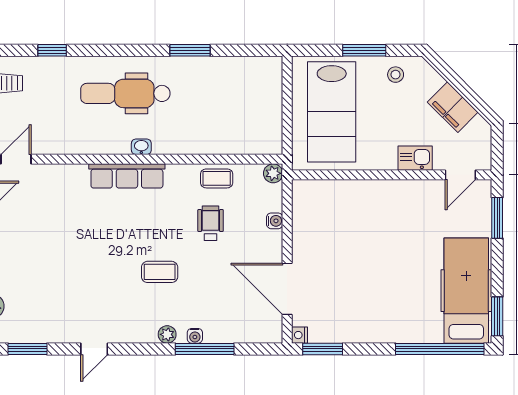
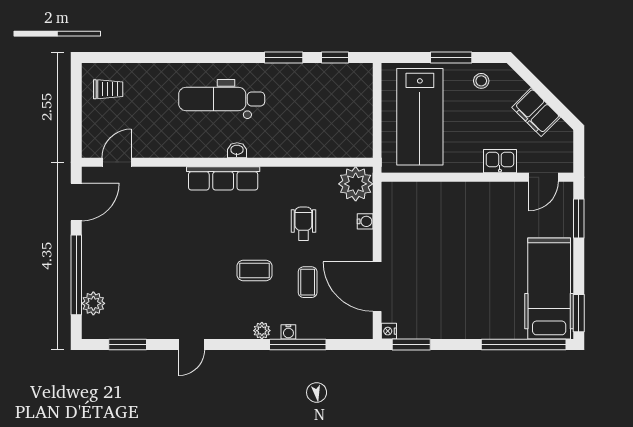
window: (52, 50) -> (335, 58), moved
plant: (273, 173) -> (356, 184), width x1.88, depth x1.88
coffee table: (217, 178) -> (308, 282), moved, turned 90

